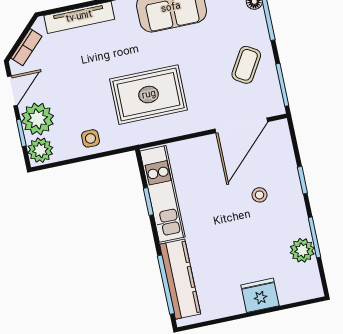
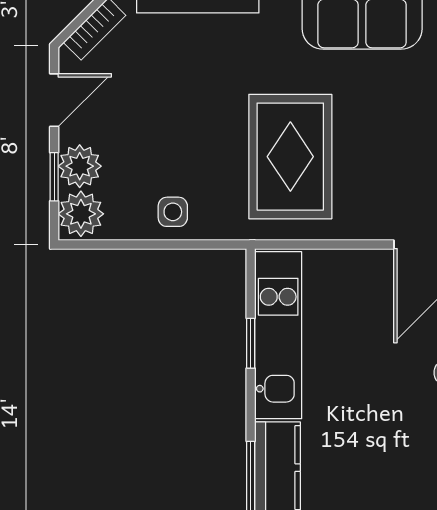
rug: (149, 95) -> (290, 157), turned 90
plant: (38, 119) -> (80, 166), width x0.73, depth x0.73

